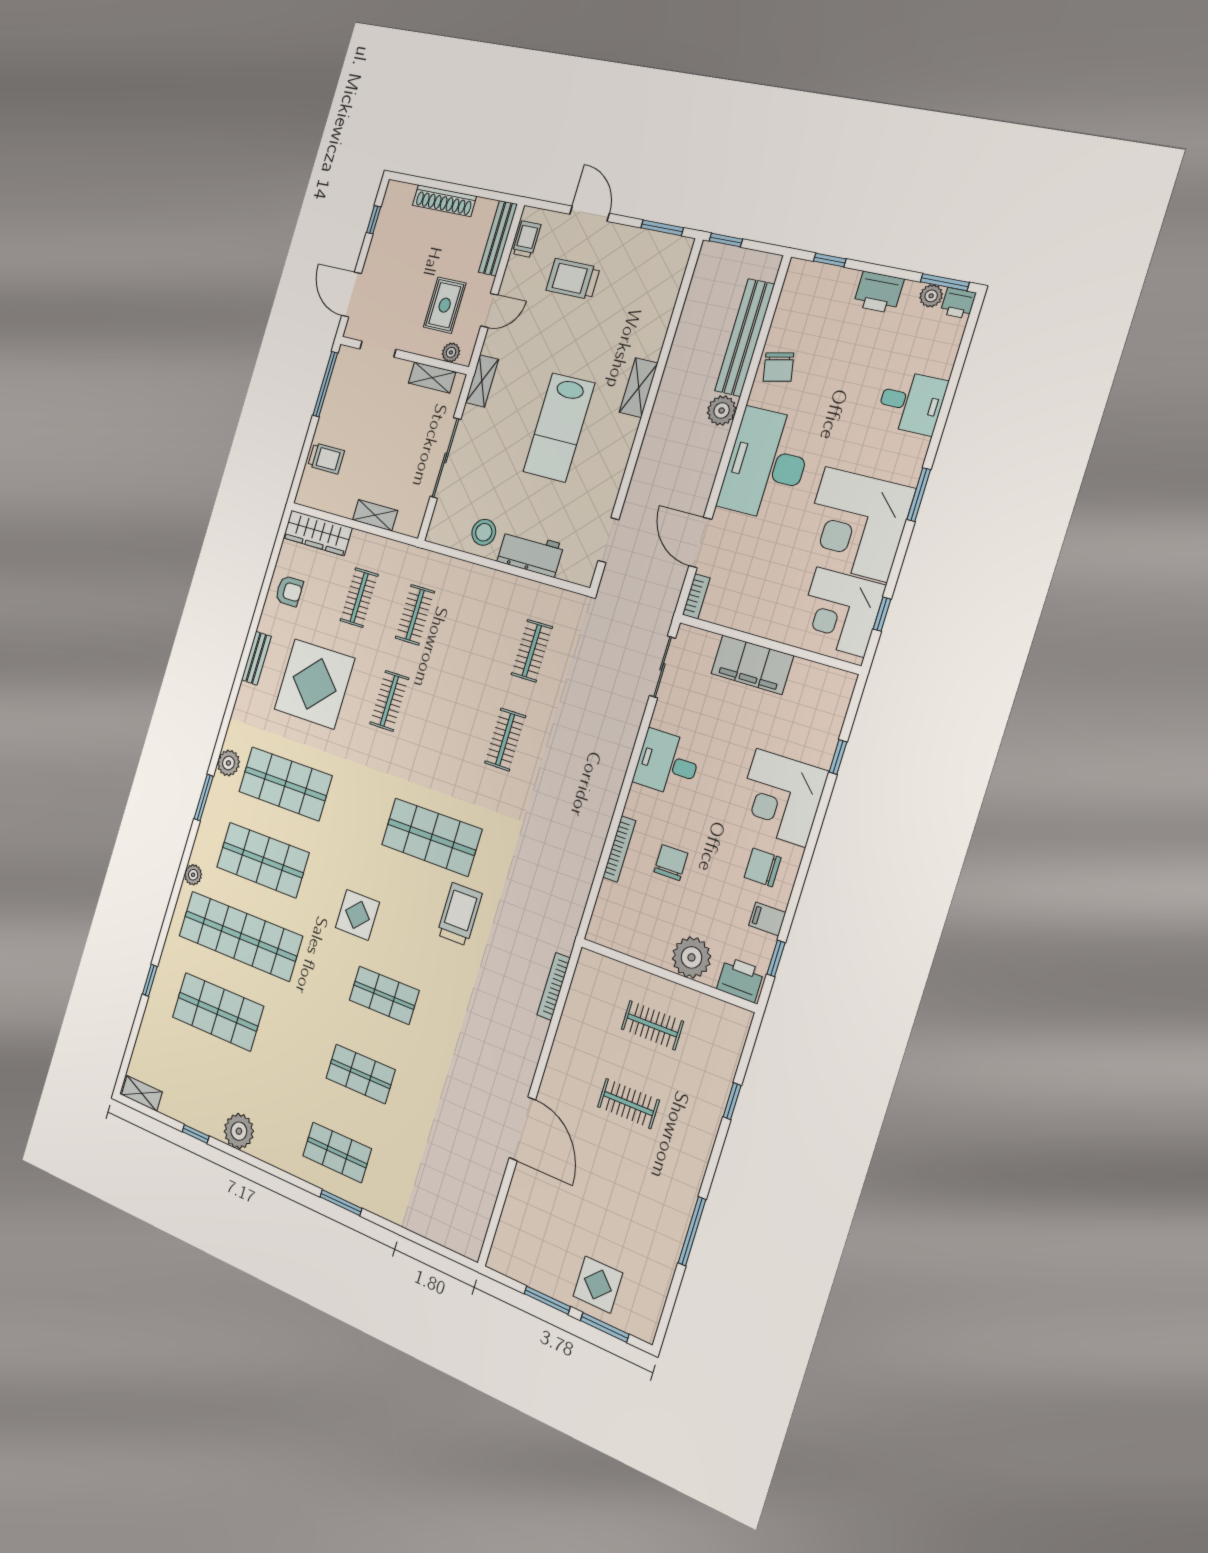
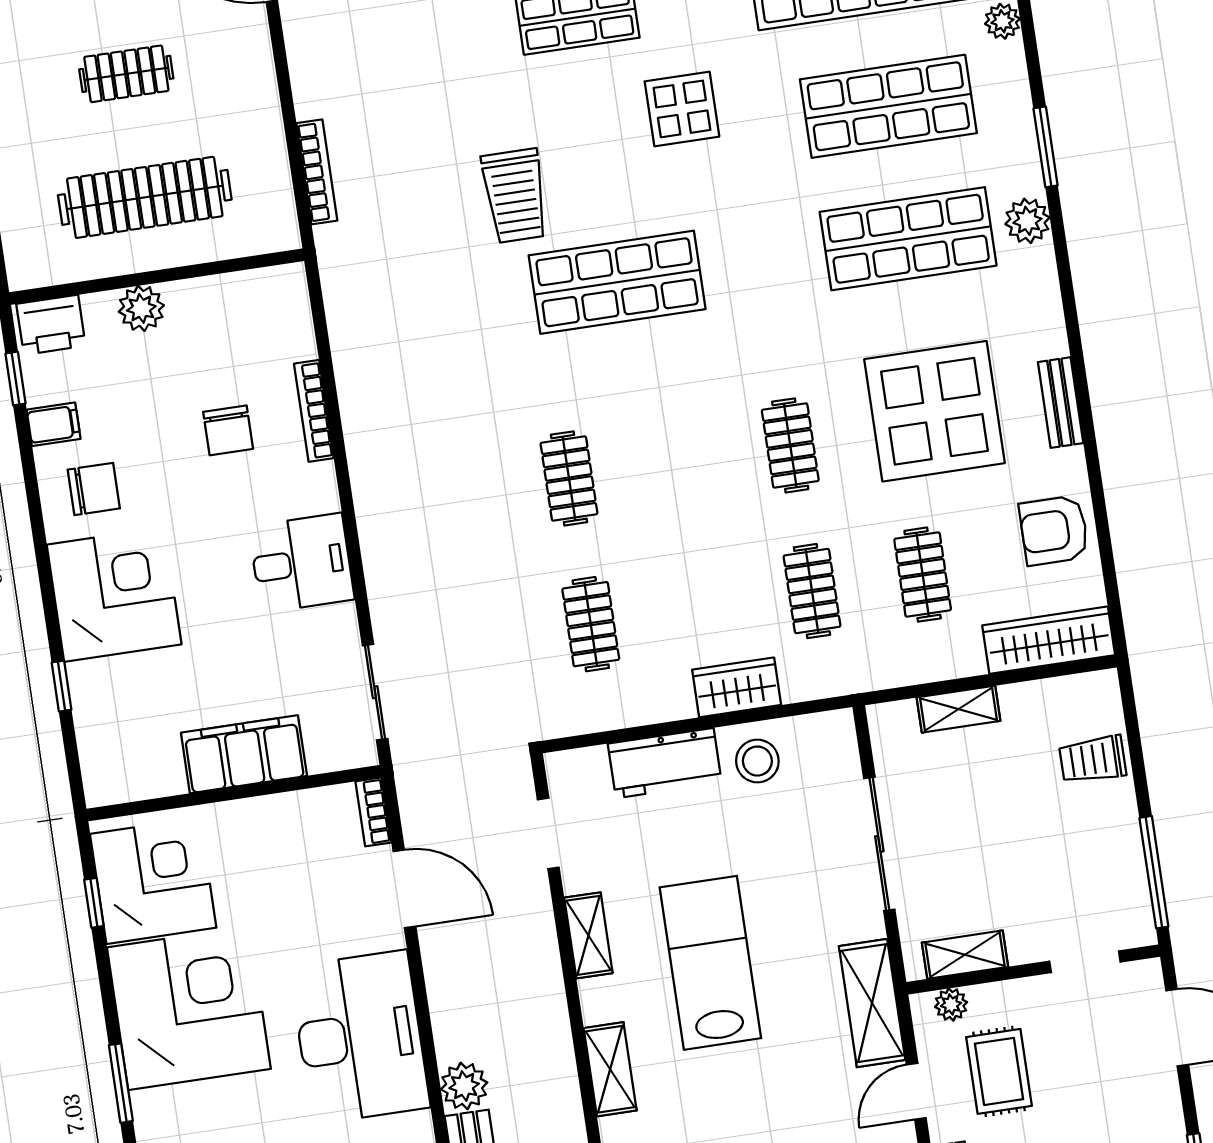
shelving: (482, 381) -> (872, 1003), width x1.50, depth x1.33
shelving: (614, 471) -> (588, 935), added
wardrobe: (475, 579) -> (737, 687), added
armchair: (289, 591) -> (1054, 530), width x1.38, depth x1.38
plant: (691, 957) -> (141, 308), width x0.73, depth x0.73
clothes rail: (652, 1025) -> (145, 197), width x1.86, depth x1.31

